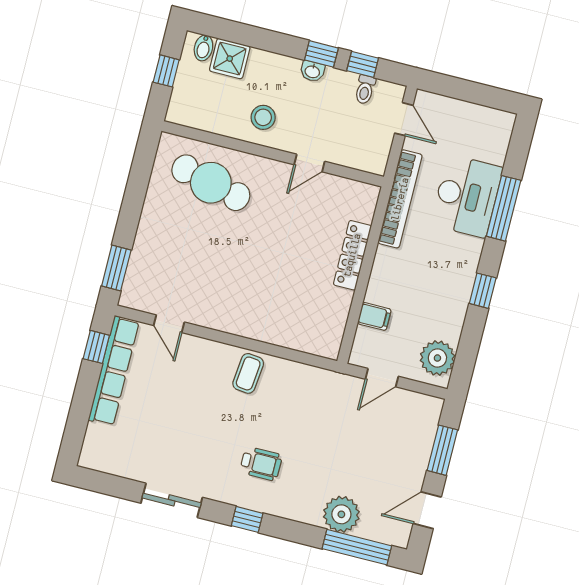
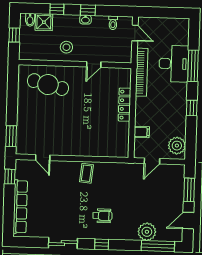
window: (363, 64) -> (57, 9), moved
row of seats: (114, 371) -> (20, 207), moved

